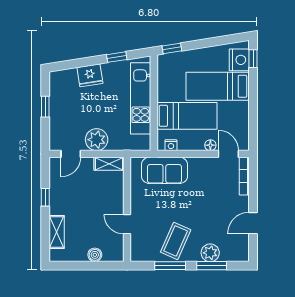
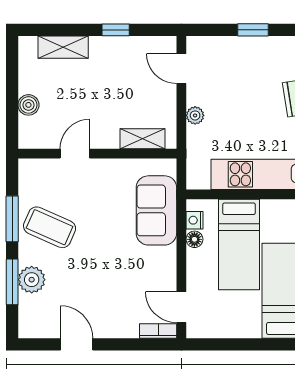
plant: (97, 140) -> (195, 115), width x0.53, depth x0.53
floor lamp: (210, 145) -> (194, 239), moved
door: (228, 154) -> (181, 307), swing flipped
shelving: (109, 164) -> (142, 139), moved, turned 90
bookcase: (244, 176) -> (158, 331), width x0.64

